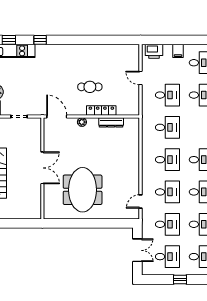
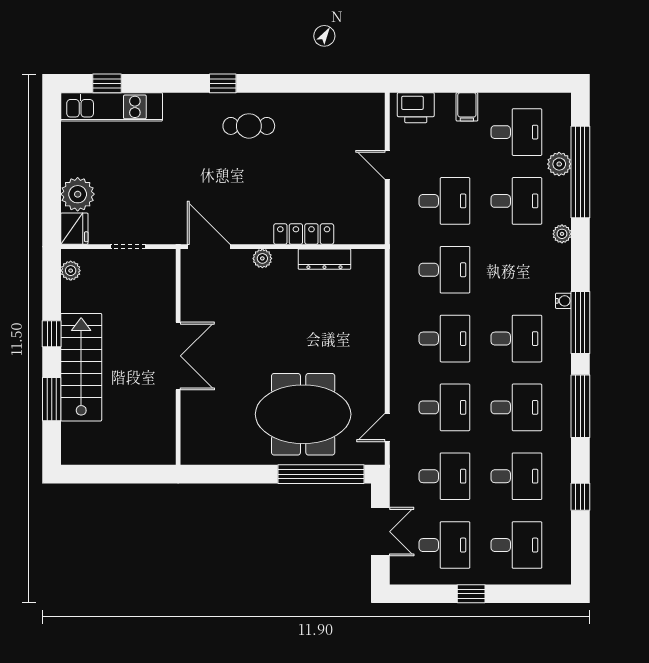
window: (40, 40) -> (223, 83), moved
cafe table: (90, 87) -> (249, 126), moved
meeting table: (83, 190) -> (303, 414), moved, turned 90
window: (110, 223) -> (321, 474), added

